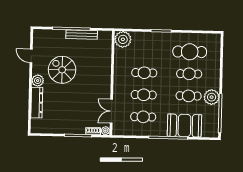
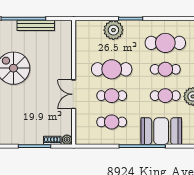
plant: (123, 39) -> (113, 30), moved
cafe table: (144, 73) -> (112, 69), width x1.37, depth x1.35
double door: (111, 111) -> (74, 94), moved

